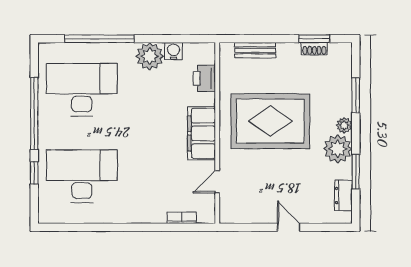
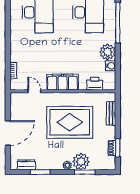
rug: (270, 121) -> (70, 122), turned 90
plant: (338, 149) -> (81, 162), moved
door: (289, 227) -> (8, 133), width x1.88

